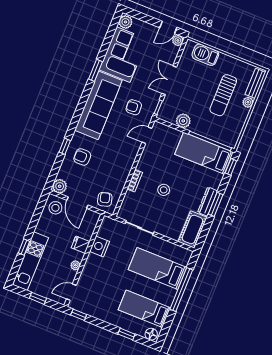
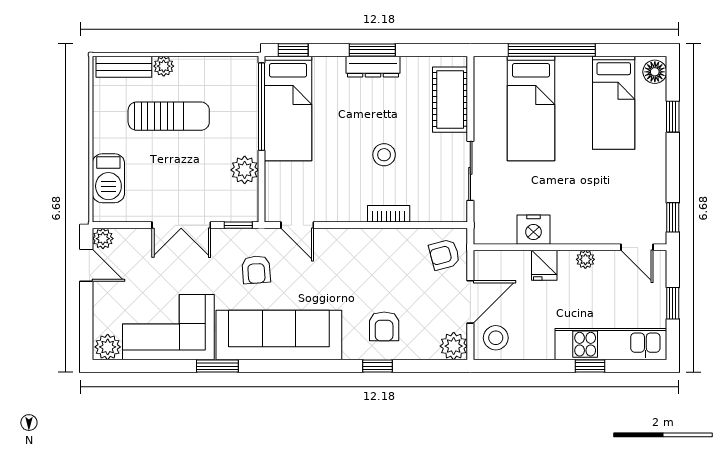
cot: (193, 229) -> (450, 100), moved, turned 90

